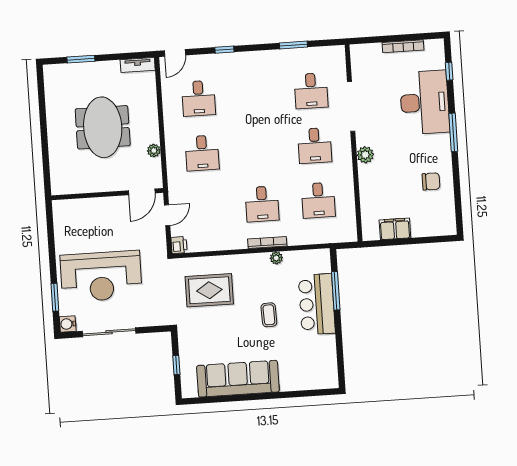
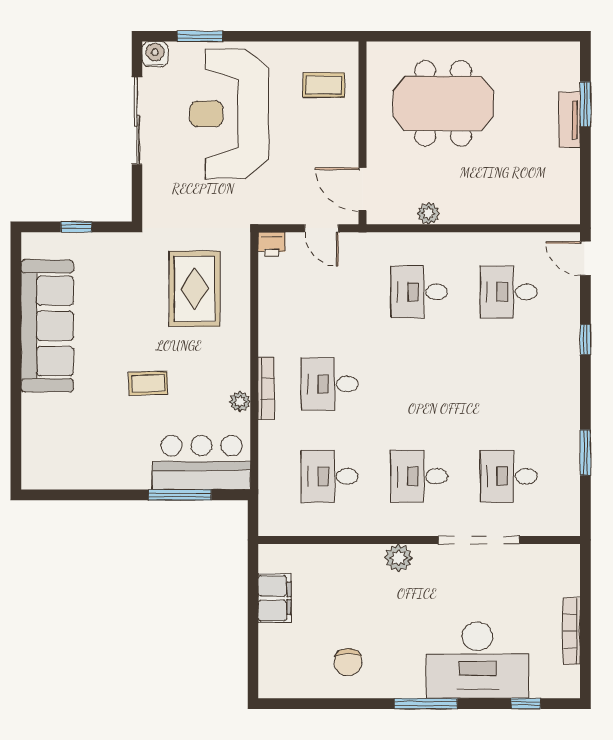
tv unit: (138, 65) -> (570, 120), moved
meeting table: (103, 127) -> (443, 103), moved
coffee table: (80, 220) -> (324, 85), added
bar counter: (317, 304) -> (201, 463), moved

